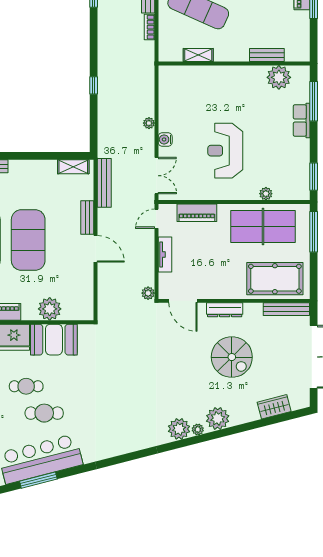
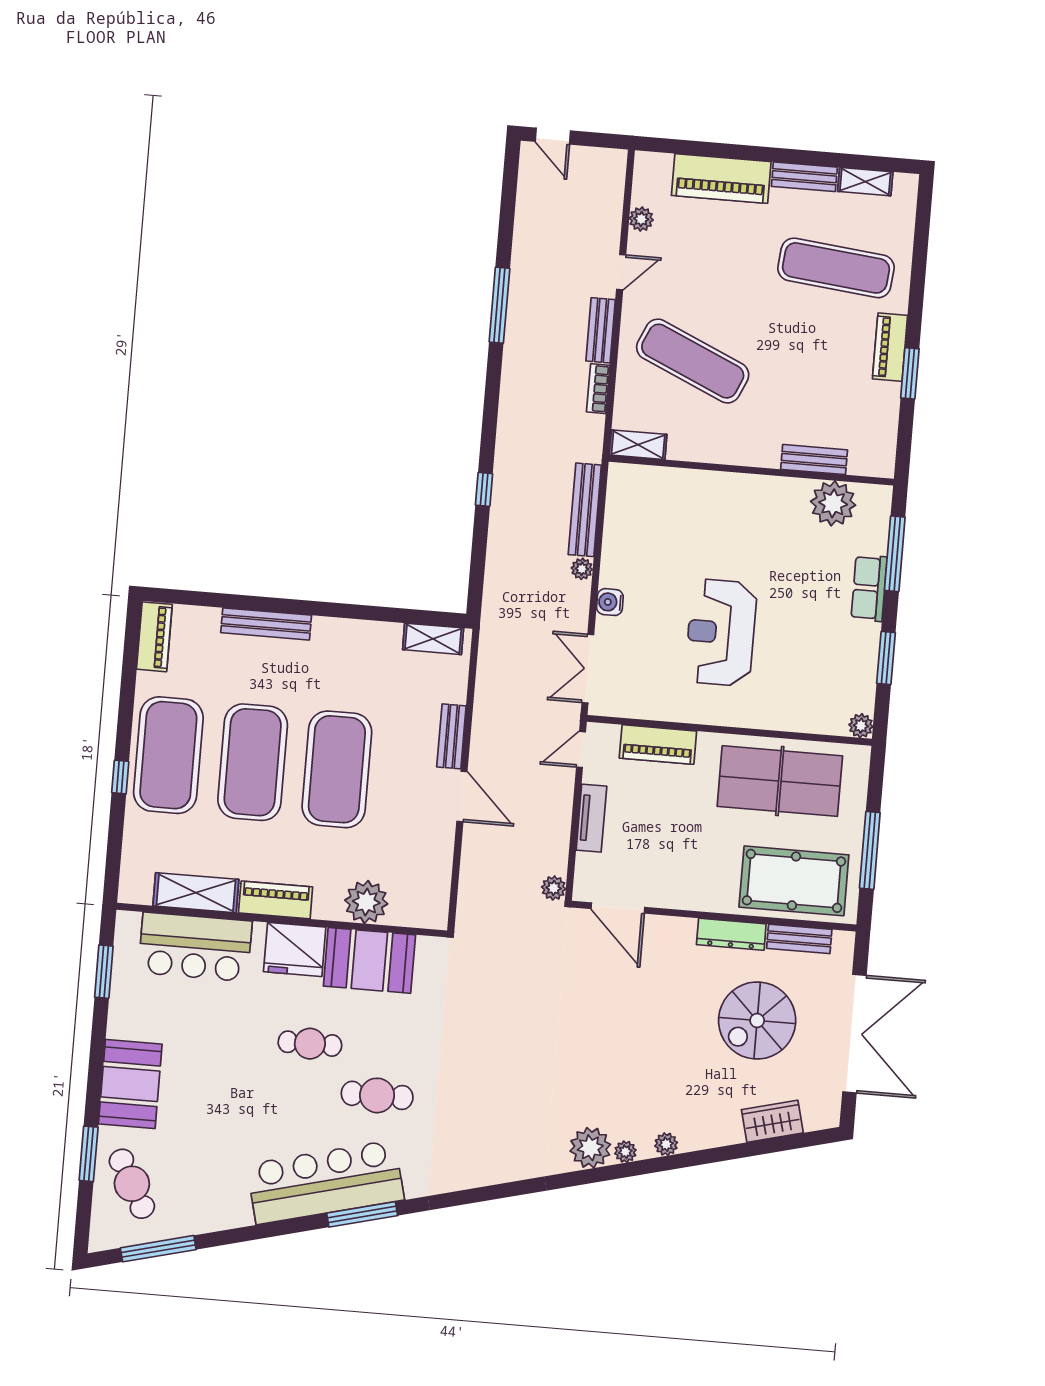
shelving: (198, 55) -> (638, 445), moved
double door: (156, 176) -> (588, 669), swing flipped
window: (314, 177) -> (886, 658), moved
bench: (104, 183) -> (585, 510), moved
plant: (266, 194) -> (861, 726), moved
window: (314, 232) -> (870, 850), moved
bench: (286, 309) -> (799, 939), width x0.73
dresser: (225, 310) -> (731, 934), moved
spiral stairs: (232, 357) -> (757, 1021), moved, turned 90
cafe table: (44, 413) -> (377, 1095), moved
plant: (218, 418) -> (666, 1144), width x0.53, depth x0.53
window: (38, 480) -> (362, 1214), moved

